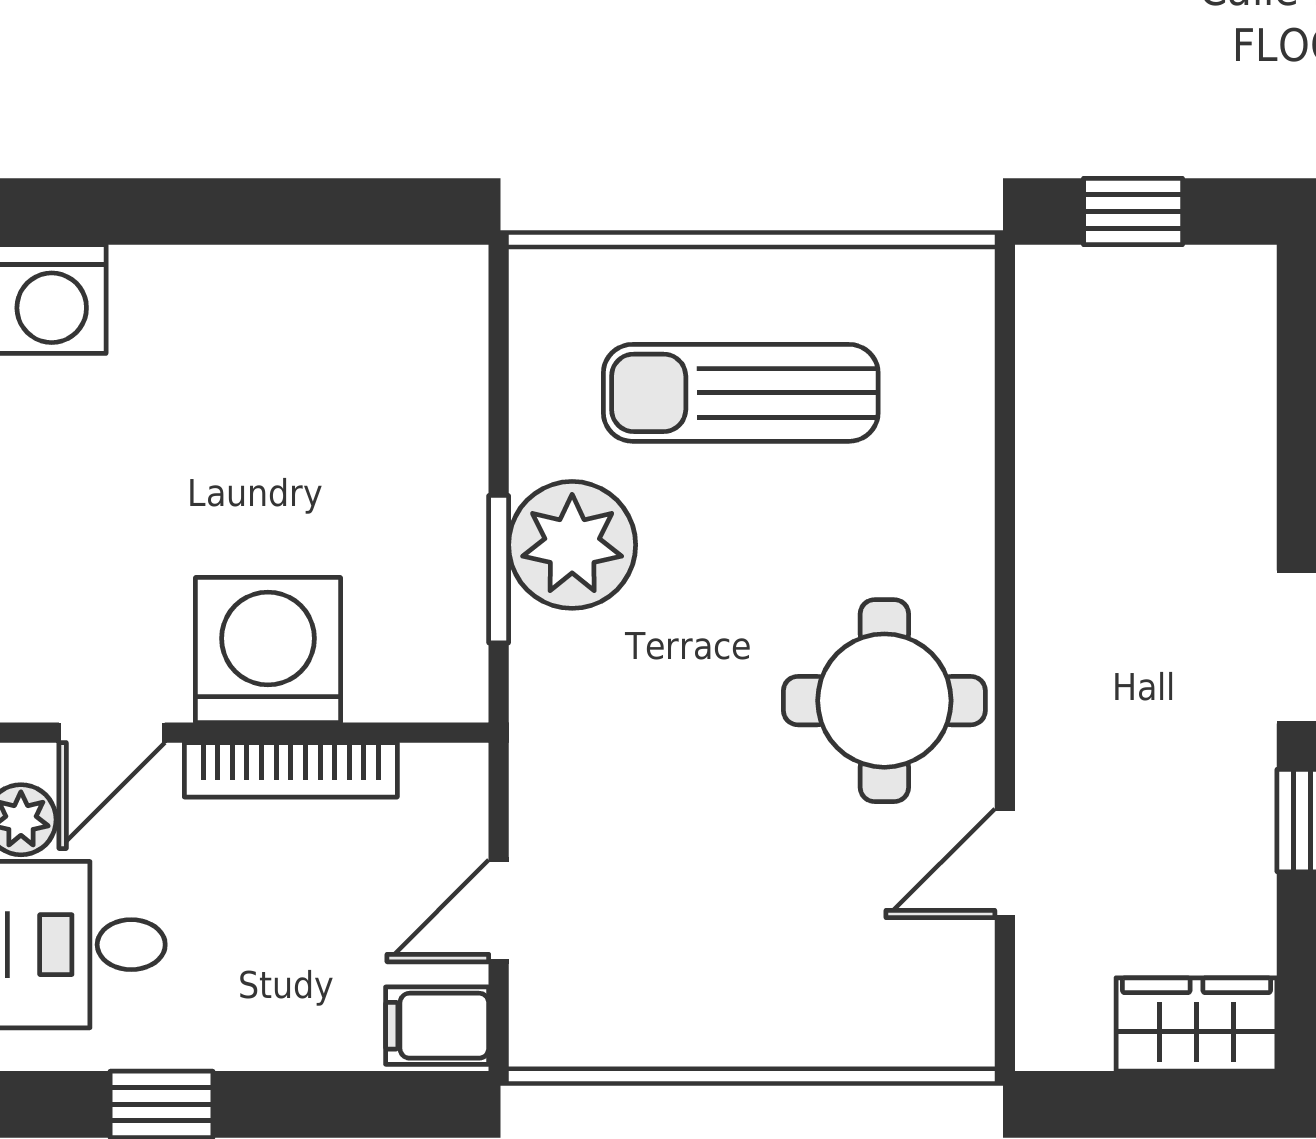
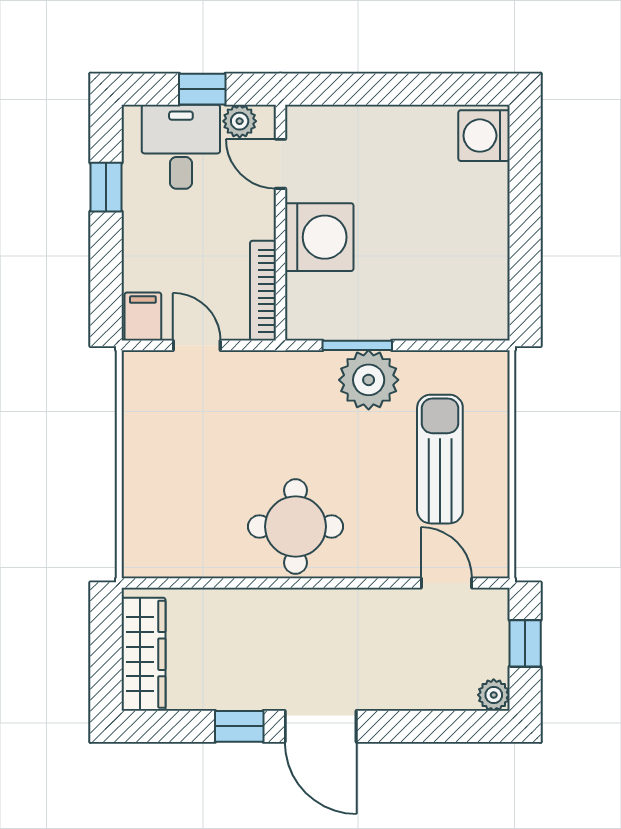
plant: (1243, 278) -> (494, 695), added
bookcase: (291, 770) -> (263, 291), moved
door: (1005, 863) -> (447, 583), moved
wardrobe: (1196, 1024) -> (143, 654), width x1.50

